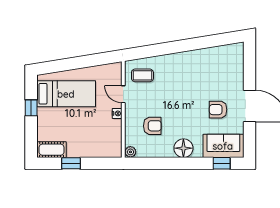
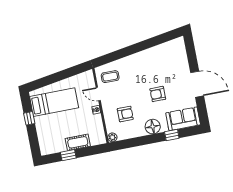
armchair: (218, 110) -> (158, 94), moved
cot: (52, 150) -> (78, 142), moved
window: (222, 163) -> (172, 135), moved

